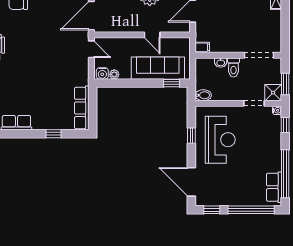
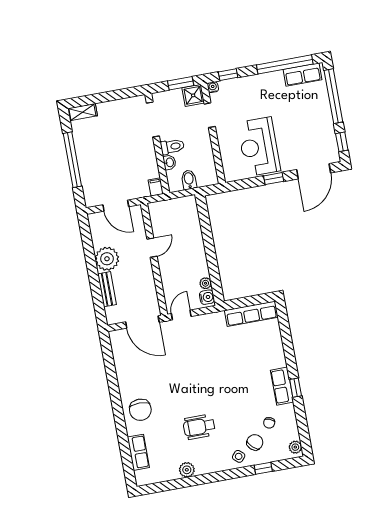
sofa: (158, 68) -> (189, 234), removed
window: (171, 83) -> (204, 215), removed
bidet: (203, 95) -> (189, 180), moved
window: (53, 134) -> (296, 388), moved
window: (191, 136) -> (274, 179), moved
reception desk: (220, 140) -> (259, 147), turned -90

